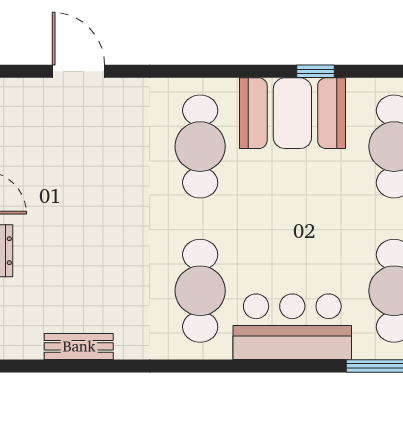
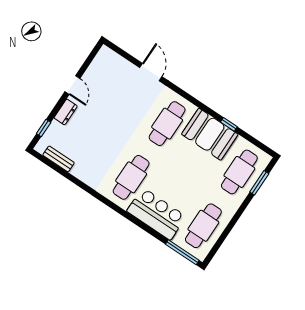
door: (78, 71) -> (151, 72), moved
bench: (79, 346) -> (59, 159), moved

